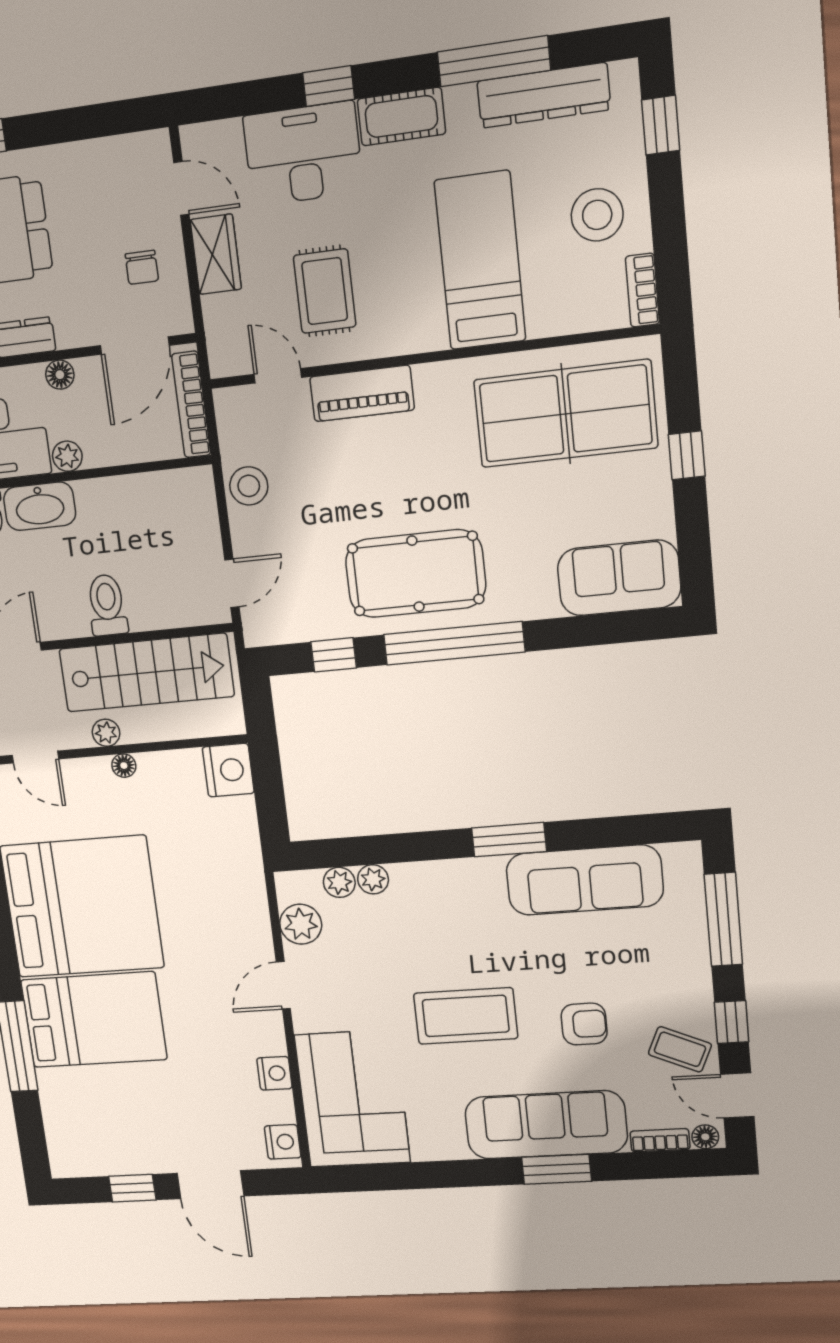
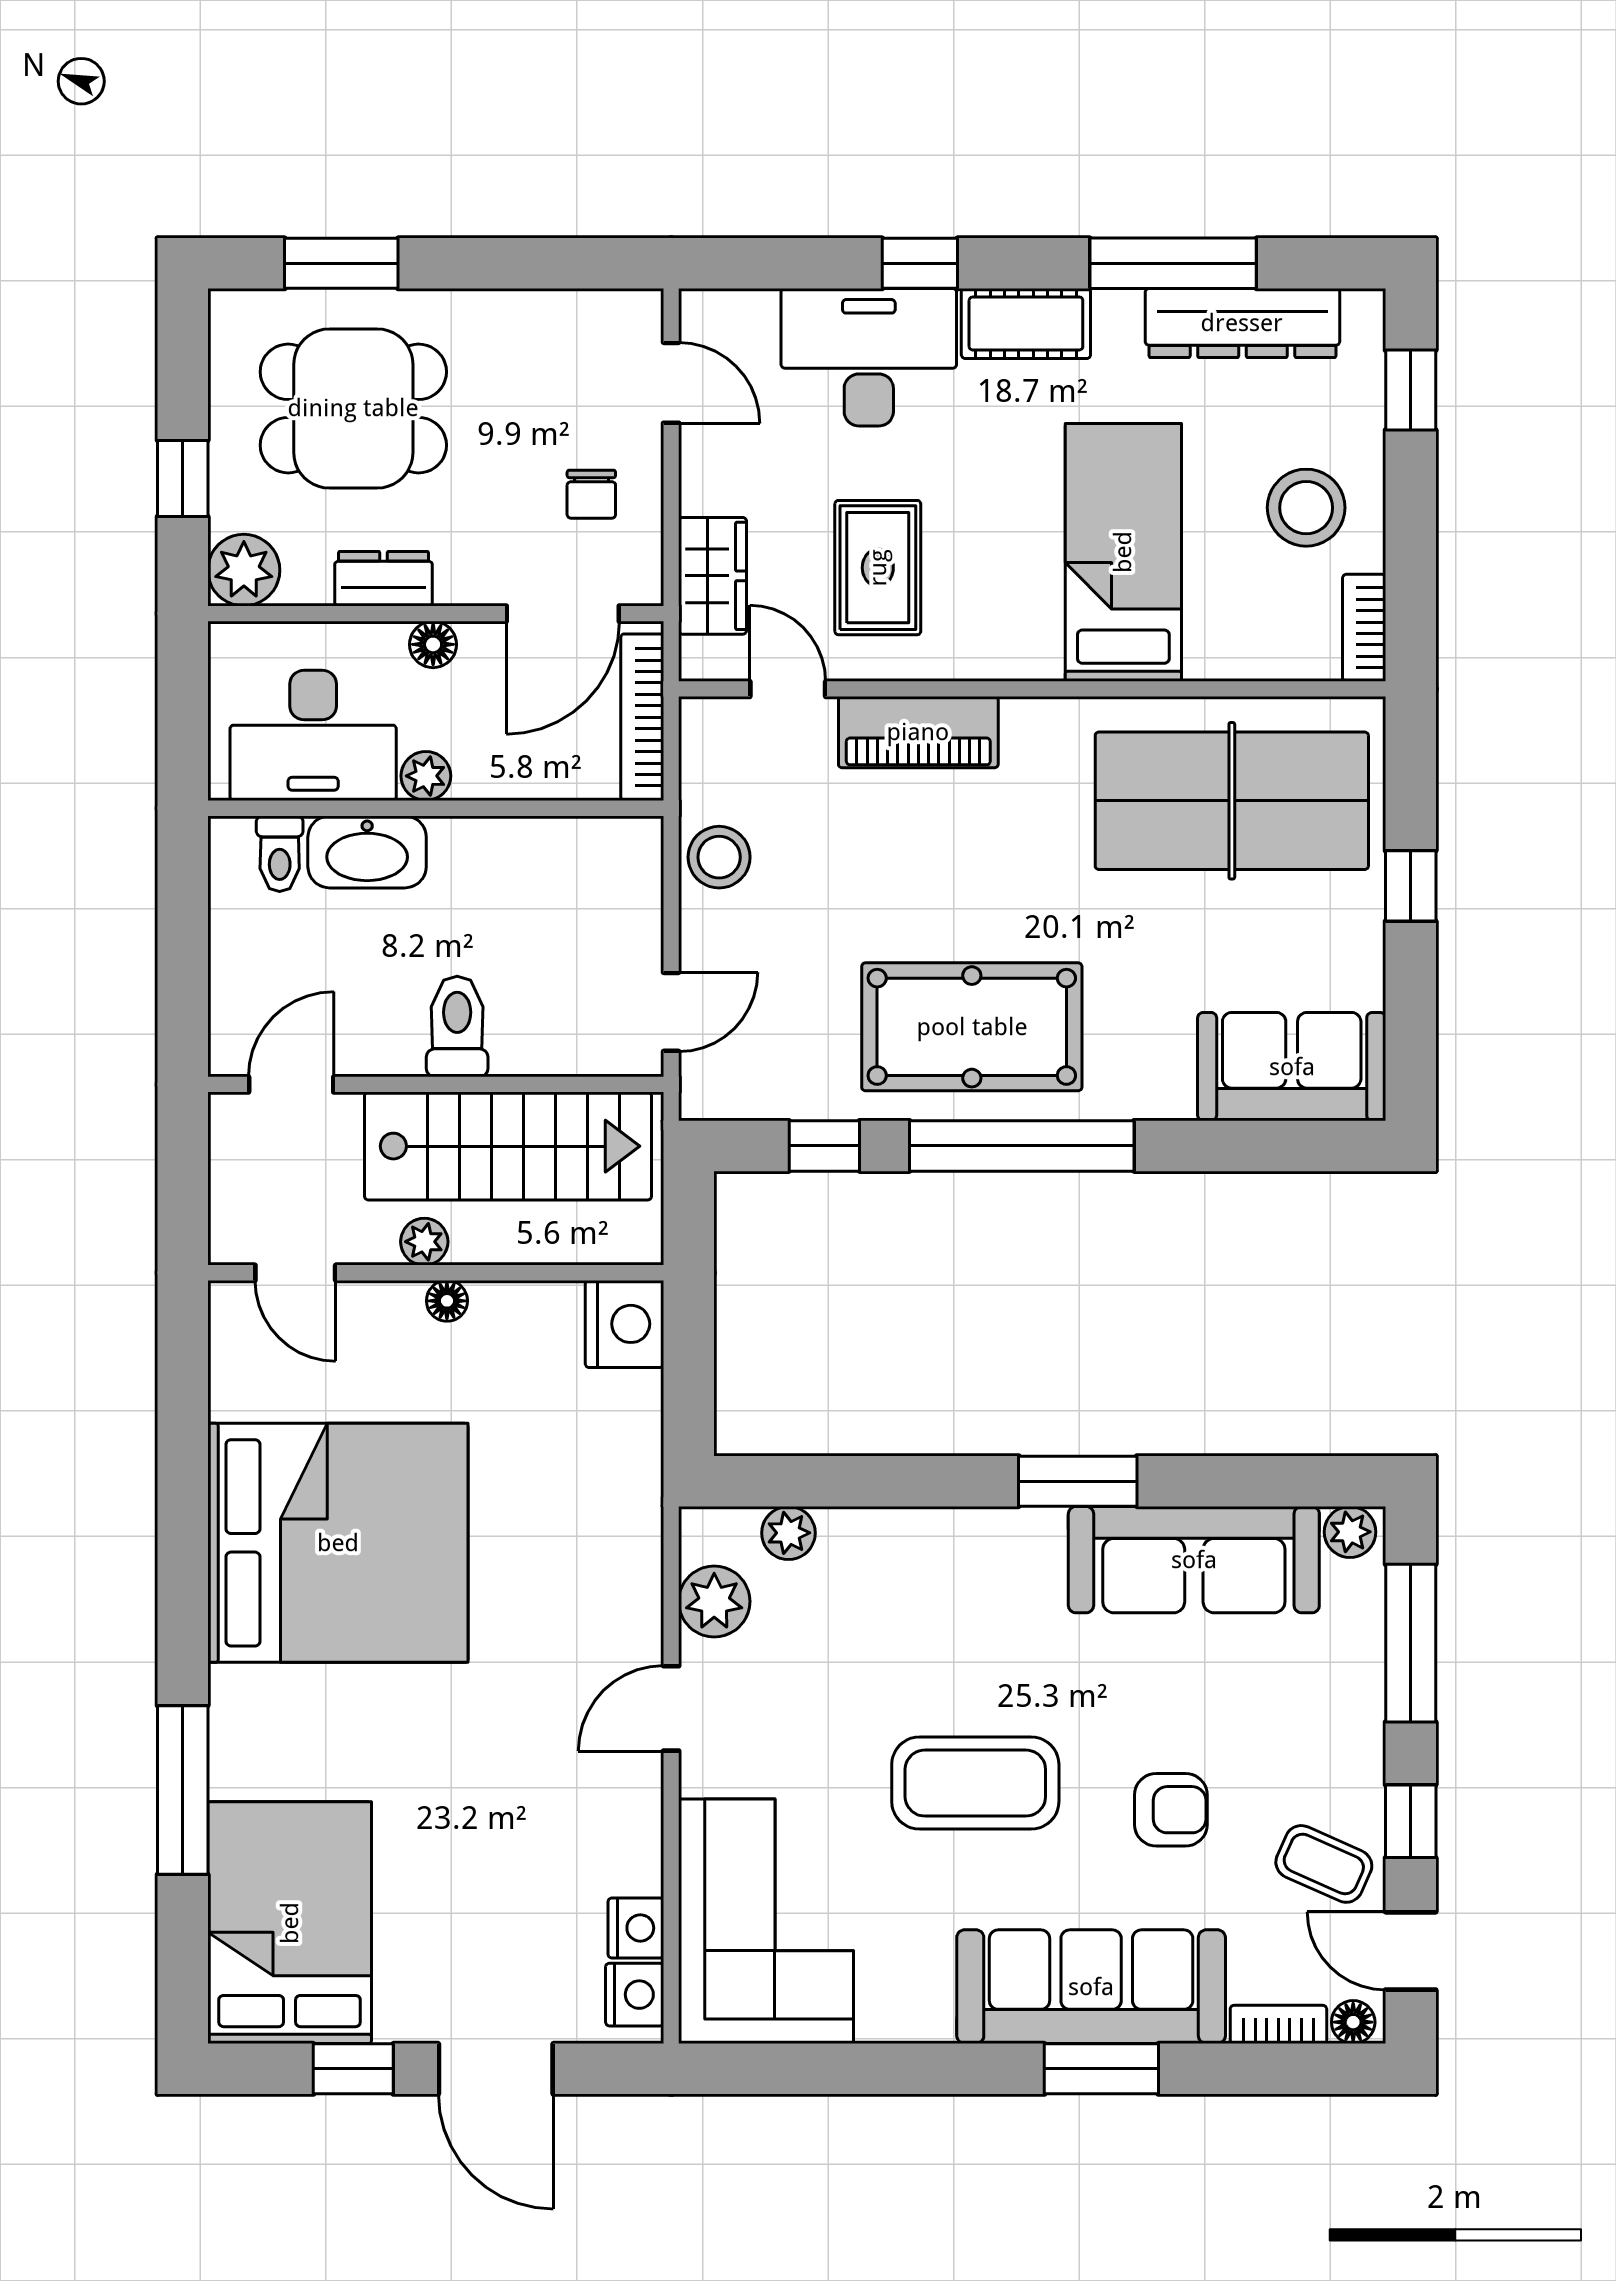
wardrobe: (216, 254) -> (713, 576), moved
plant: (373, 879) -> (1350, 1532), moved
bed: (94, 1020) -> (290, 1923), moved, turned -90
nightstand: (274, 1073) -> (636, 1928), moved

